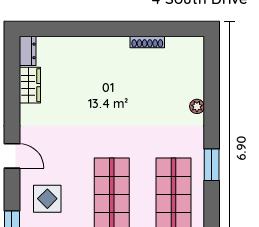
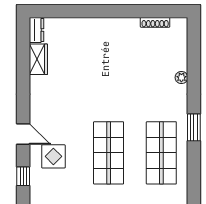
shoe rack: (147, 42) -> (155, 22), moved
door: (12, 156) -> (23, 134), moved

